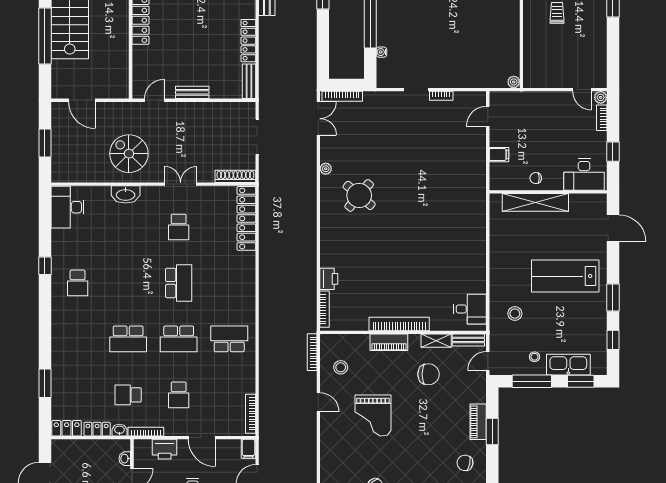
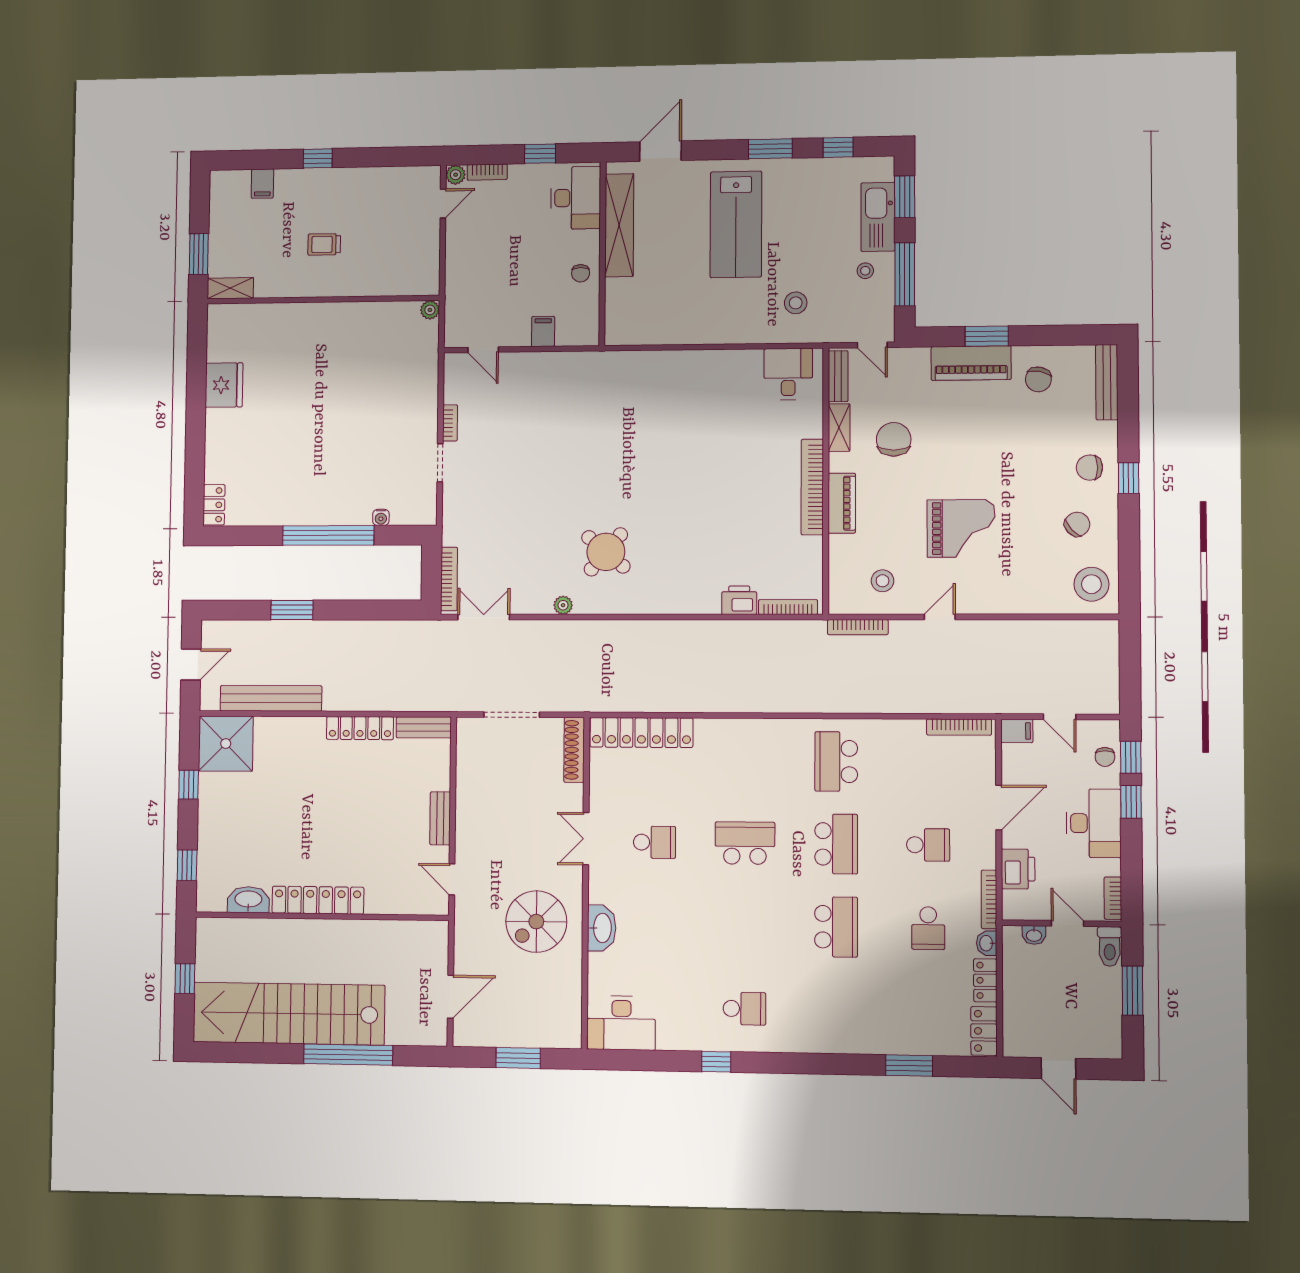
shelving: (535, 202) -> (619, 225), moved
piano: (478, 422) -> (971, 363), width x1.37, depth x1.33

